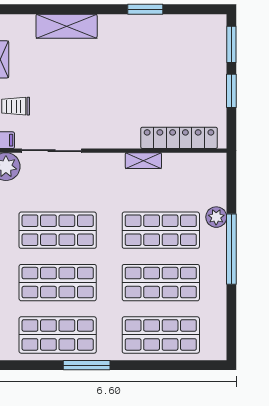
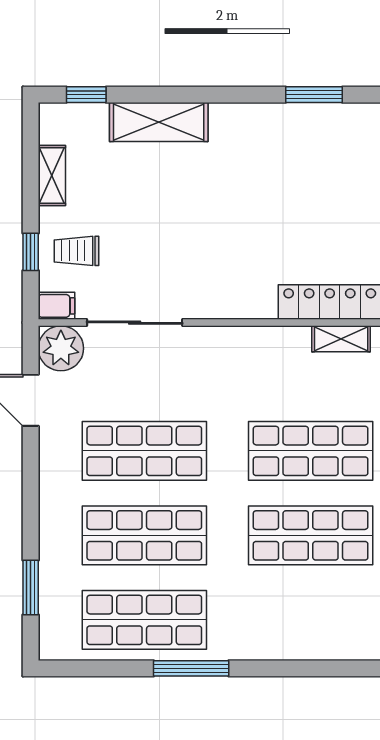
window: (22, 9) -> (86, 95), added
window: (145, 9) -> (314, 95), moved
shelving: (143, 161) -> (341, 339), moved
shop shelf: (161, 335) -> (311, 620), removed

